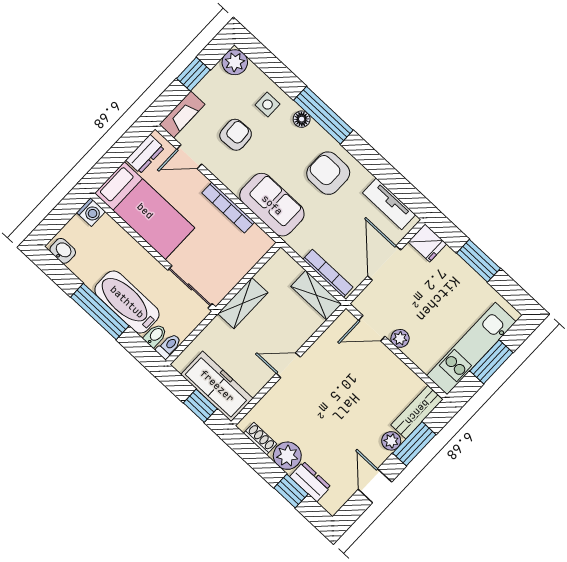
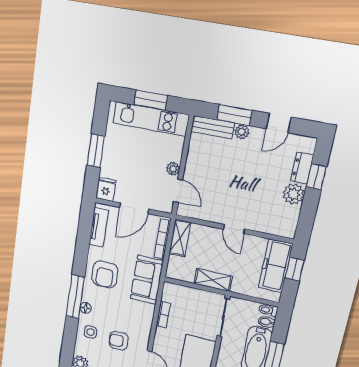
sofa: (272, 205) -> (147, 280), moved
bookcase: (228, 208) -> (163, 314), width x0.64
shoe rack: (260, 439) -> (293, 218), removed

